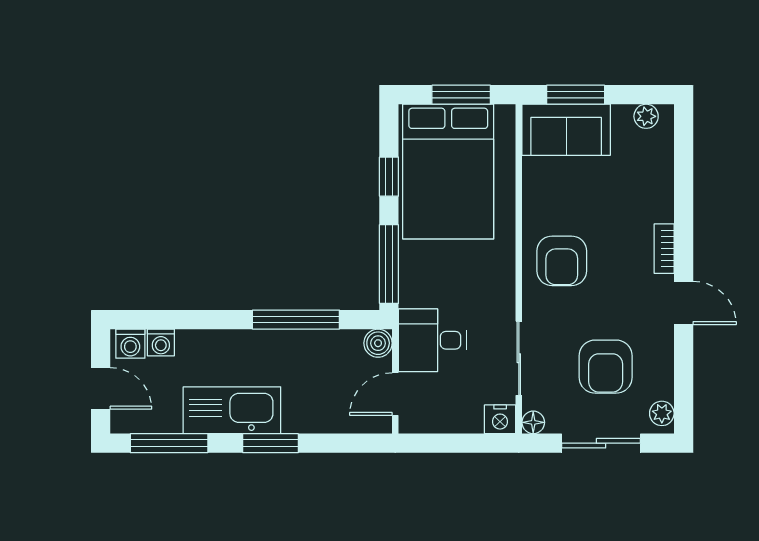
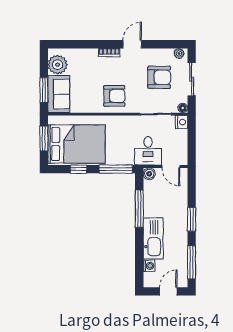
plant: (646, 116) -> (58, 65), width x1.87, depth x1.87
washing machine: (130, 344) -> (149, 279), removed
kitchen sink: (232, 410) -> (153, 238), moved, turned 180

